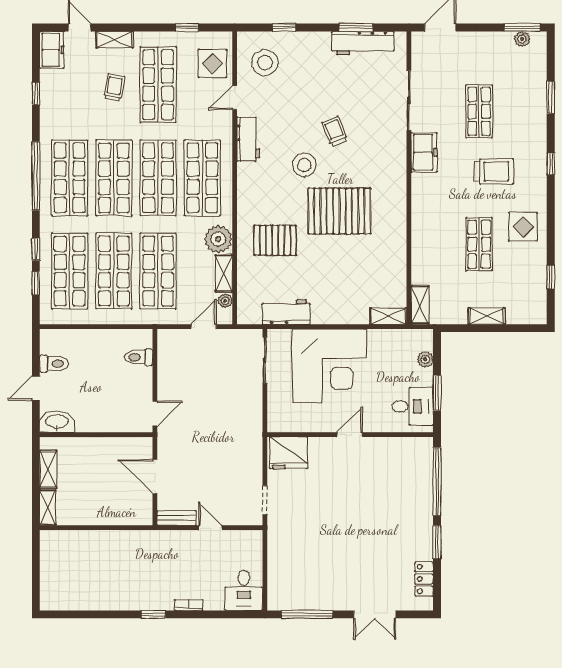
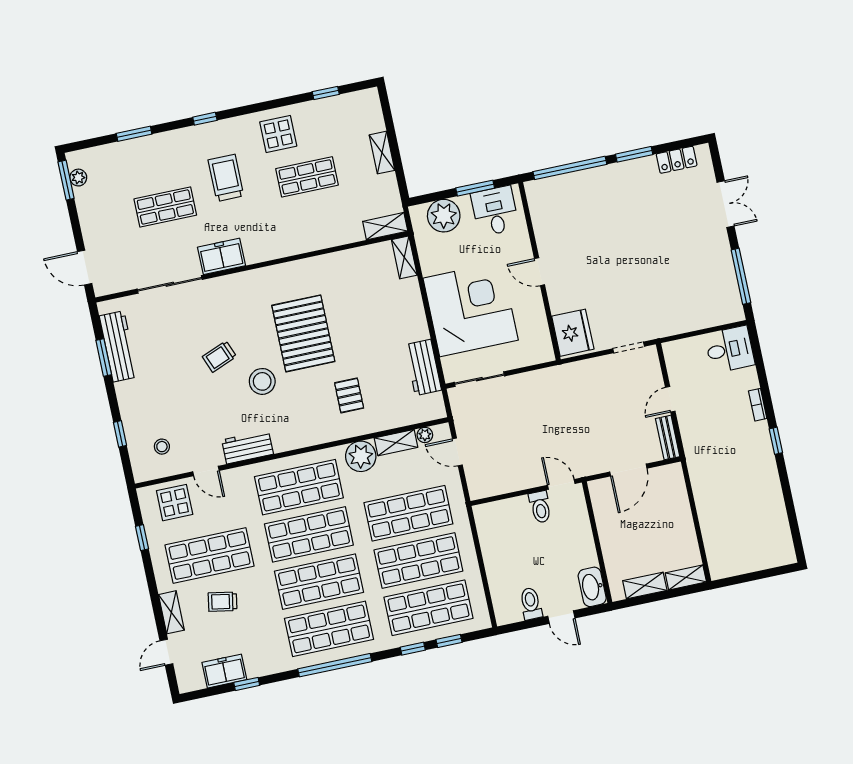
freezer: (52, 50) -> (224, 671), moved
stool: (265, 63) -> (162, 447), width x0.53, depth x0.53
pallet: (275, 240) -> (349, 395), width x0.67, depth x0.71
toilet: (139, 357) -> (540, 507), moved
plant: (425, 359) -> (444, 216), width x1.88, depth x1.88

